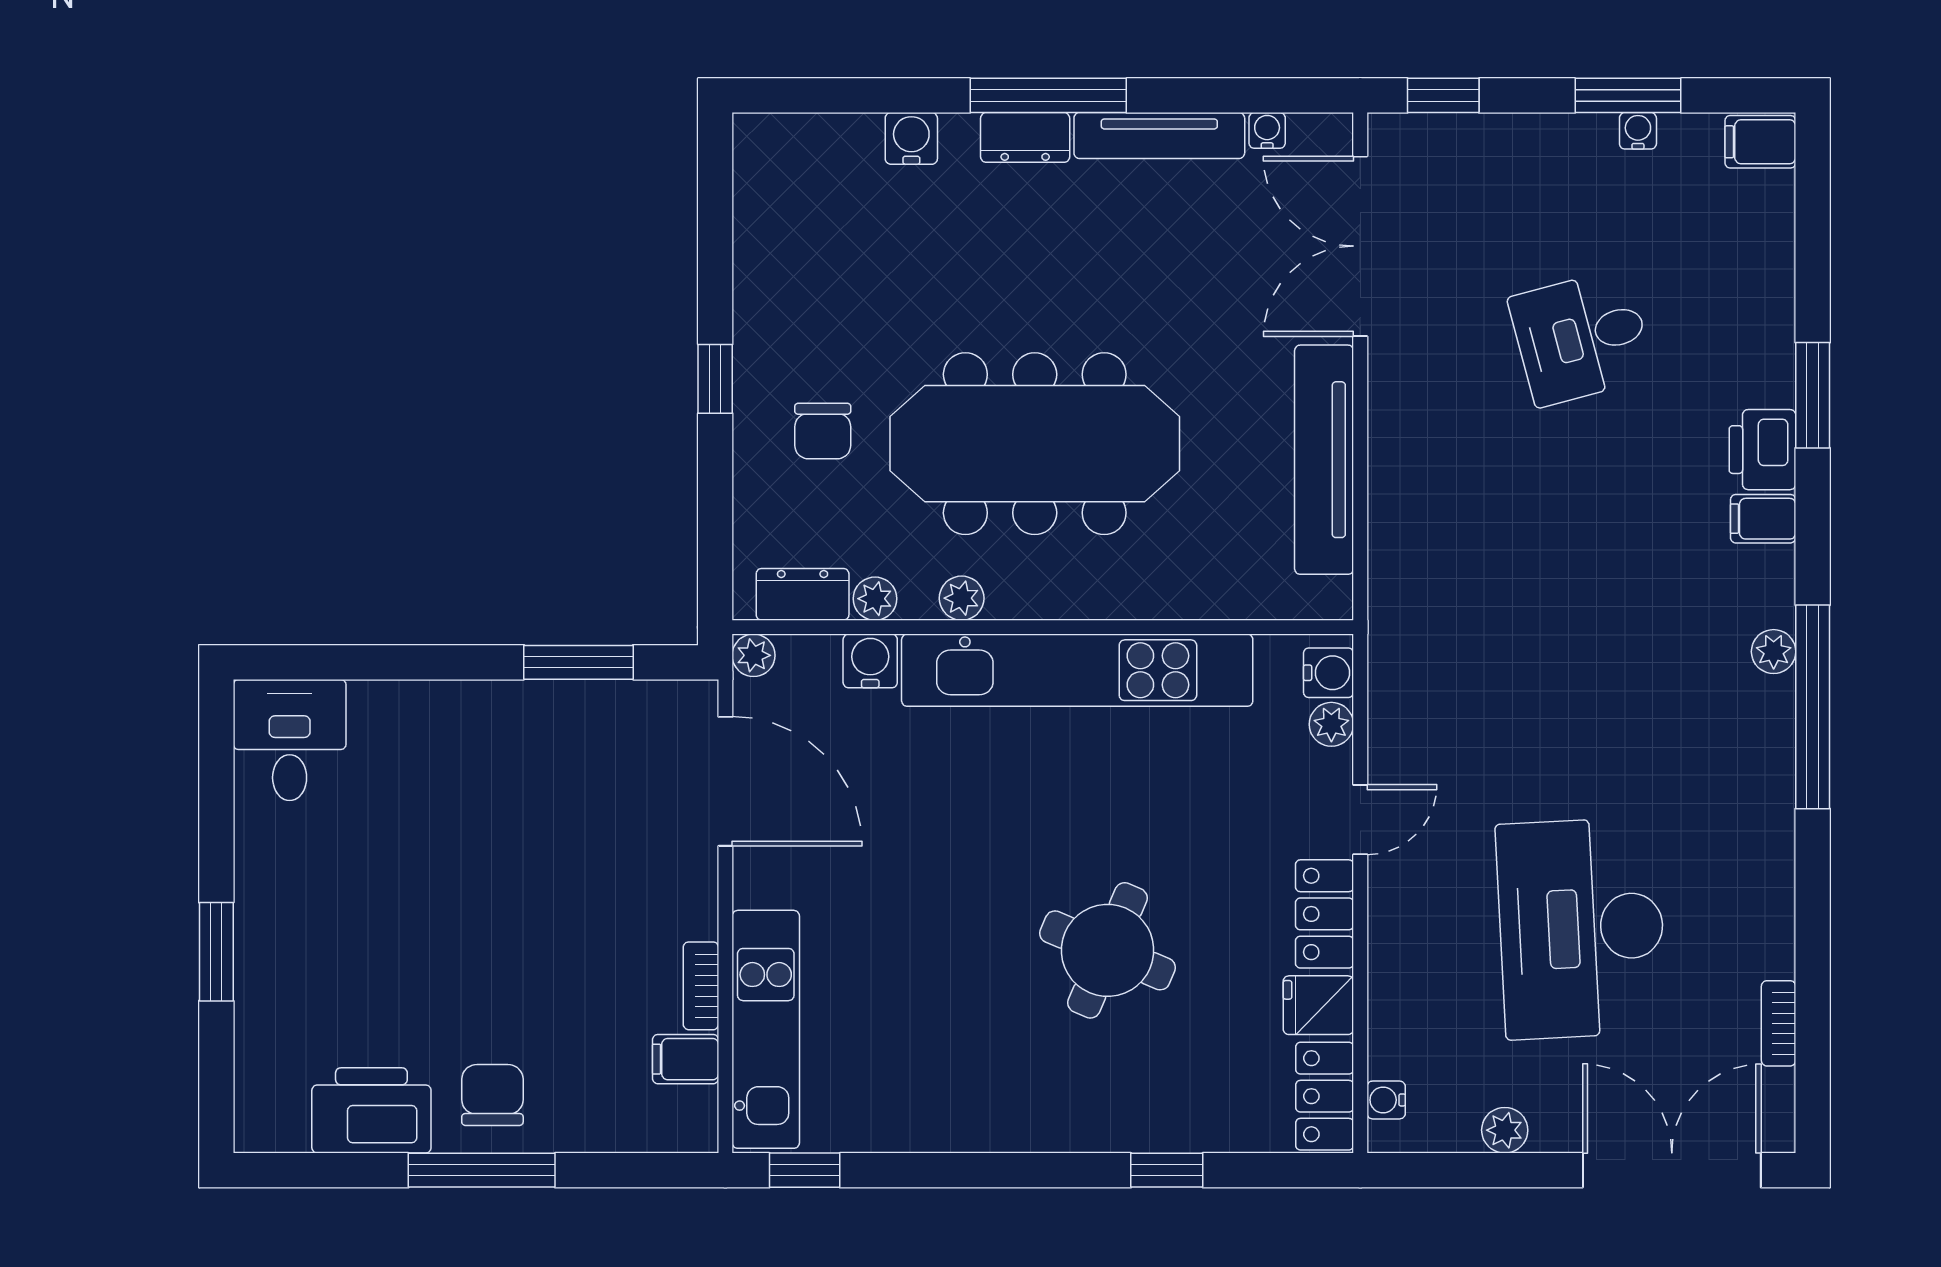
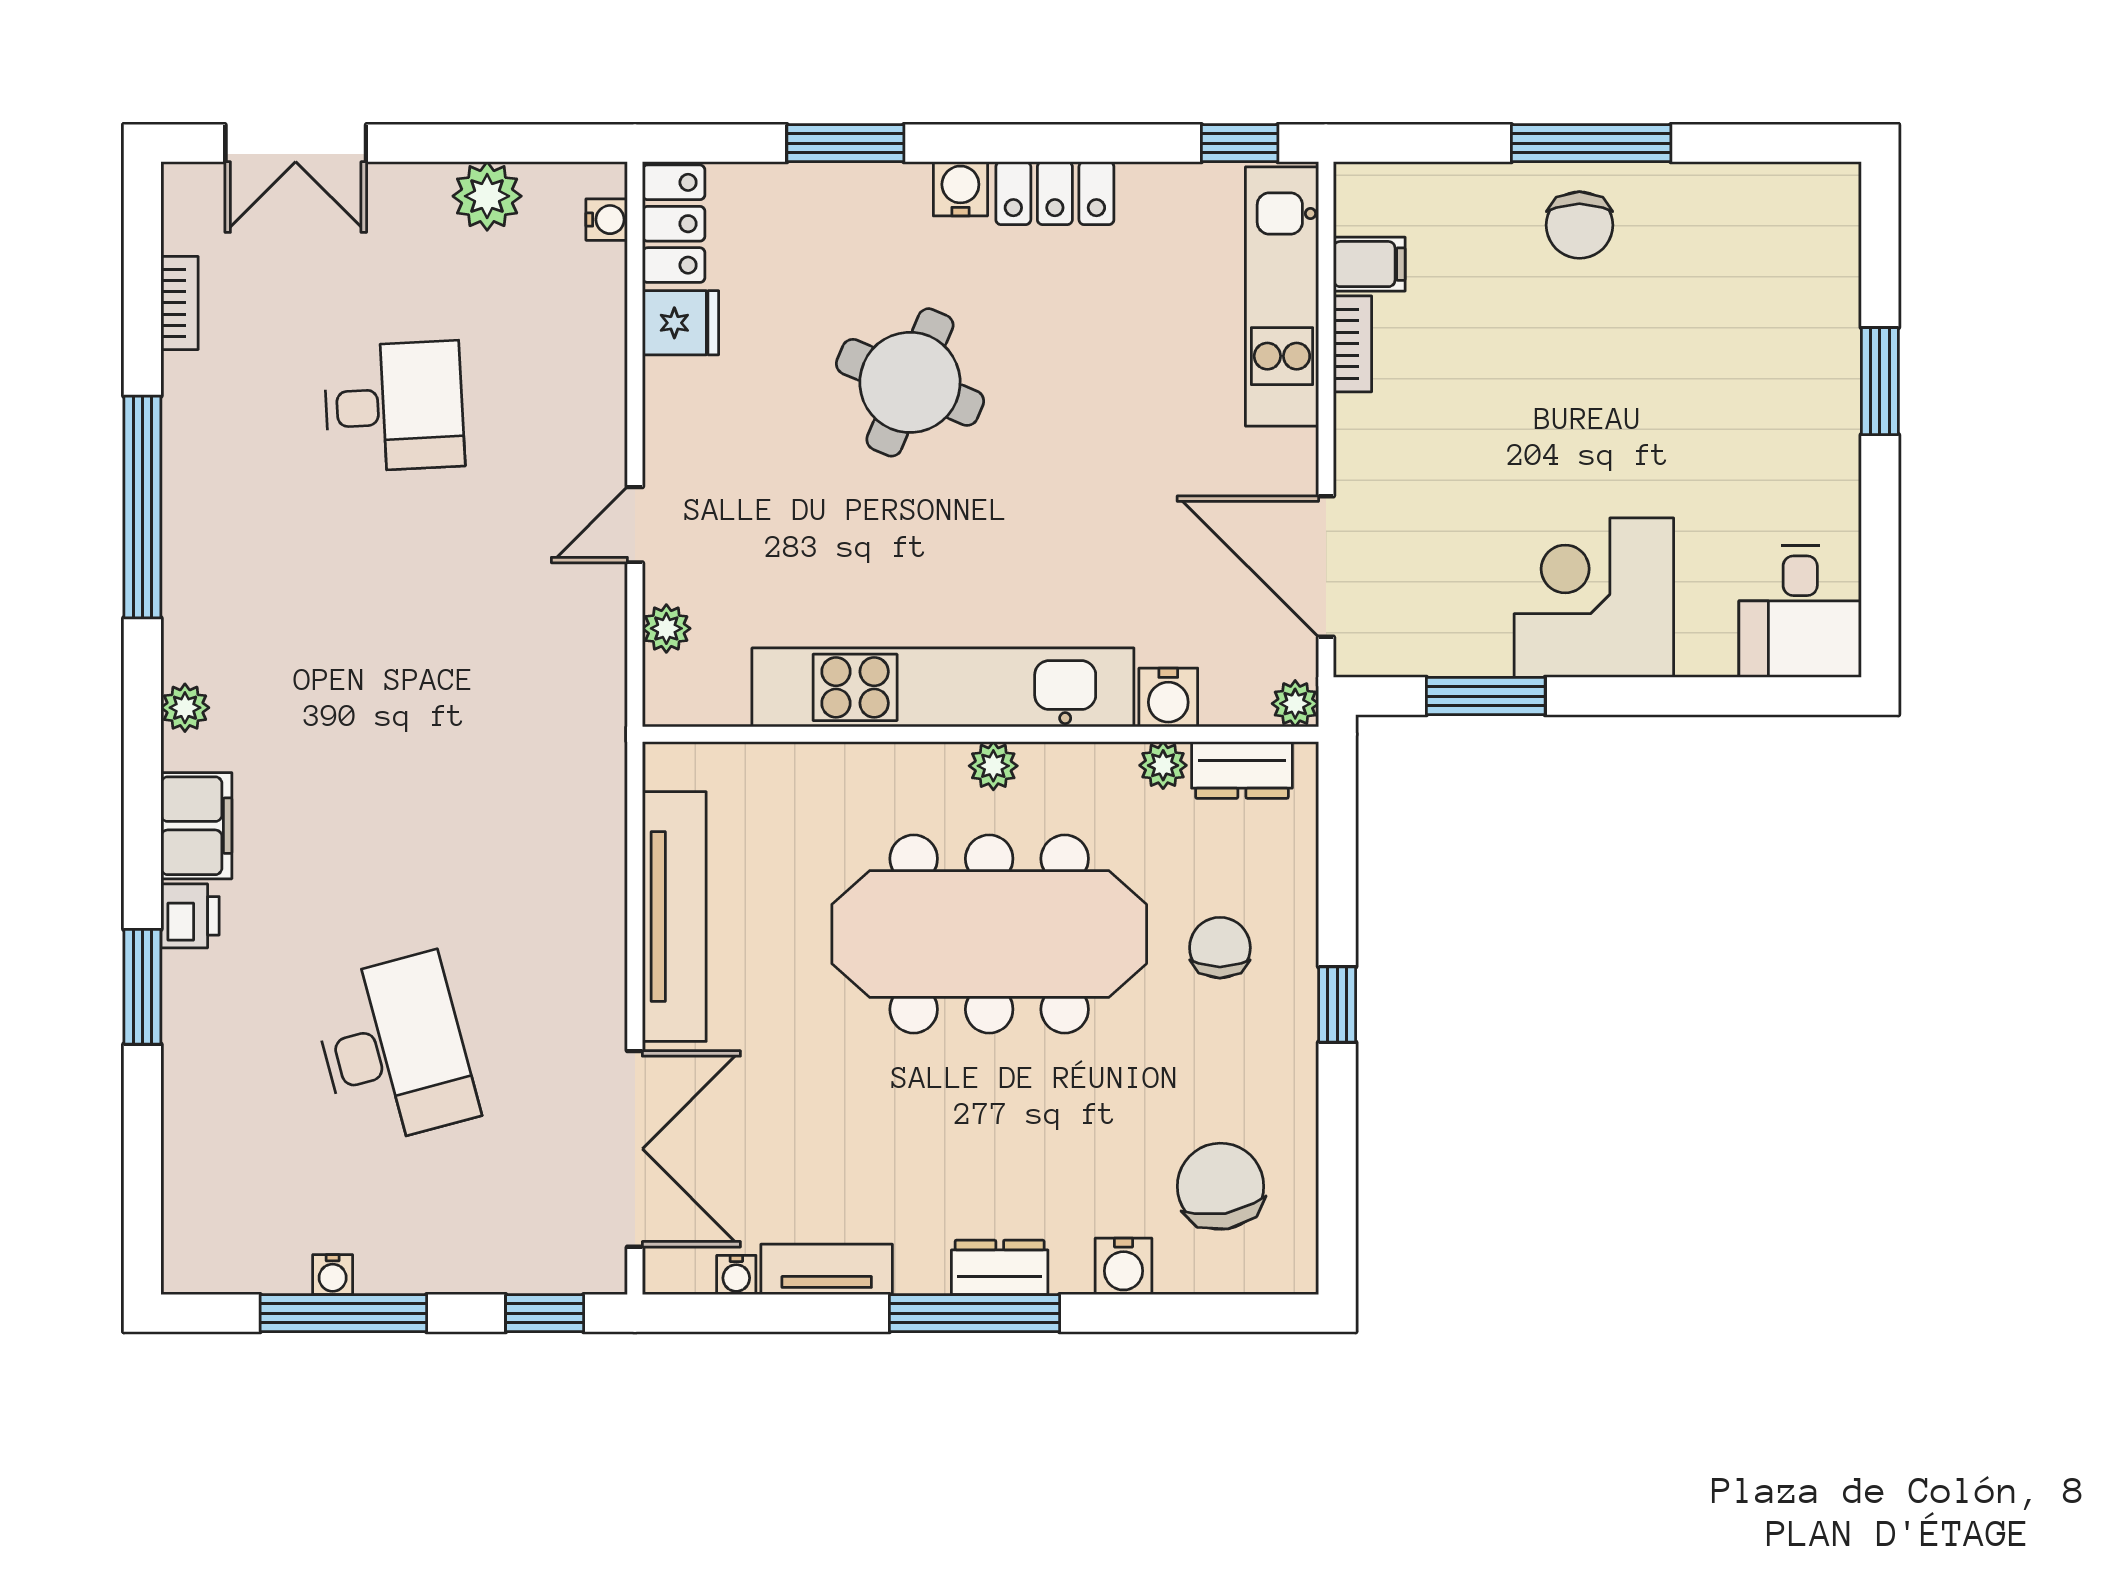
window: (1628, 95) -> (343, 1313), width x1.44
tv unit: (1159, 136) -> (827, 1269), width x0.71
filing cabinet: (1760, 142) -> (199, 1263), removed
chair: (822, 212) -> (1221, 1186), added
desk: (1581, 337) -> (394, 1050), width x1.37
printer: (1762, 450) -> (190, 916), width x0.73, depth x0.81
filing cabinet: (1763, 519) -> (196, 826), width x2.00
plant: (962, 598) -> (993, 766), moved
water cooler: (1329, 673) -> (960, 189), moved, turned 90
window: (1813, 707) -> (142, 507), moved
corner desk: (479, 753) -> (1594, 598), added
locker: (1325, 914) -> (1055, 193), moved, turned 90
desk: (1581, 928) -> (394, 407), width x0.53, depth x0.77
printer: (371, 1110) -> (1711, 208), removed
plant: (1505, 1130) -> (487, 196), width x1.38, depth x1.38
window: (1167, 1170) -> (845, 143), width x1.50
double door: (1672, 1170) -> (296, 143), width x0.73

